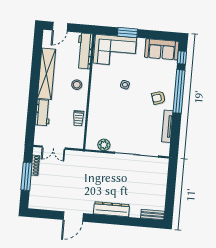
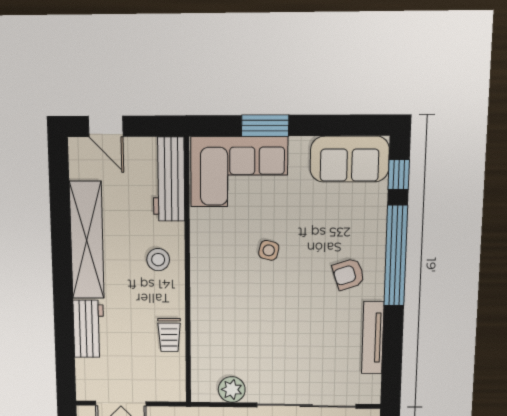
door: (60, 27) -> (106, 126), hinge flipped

